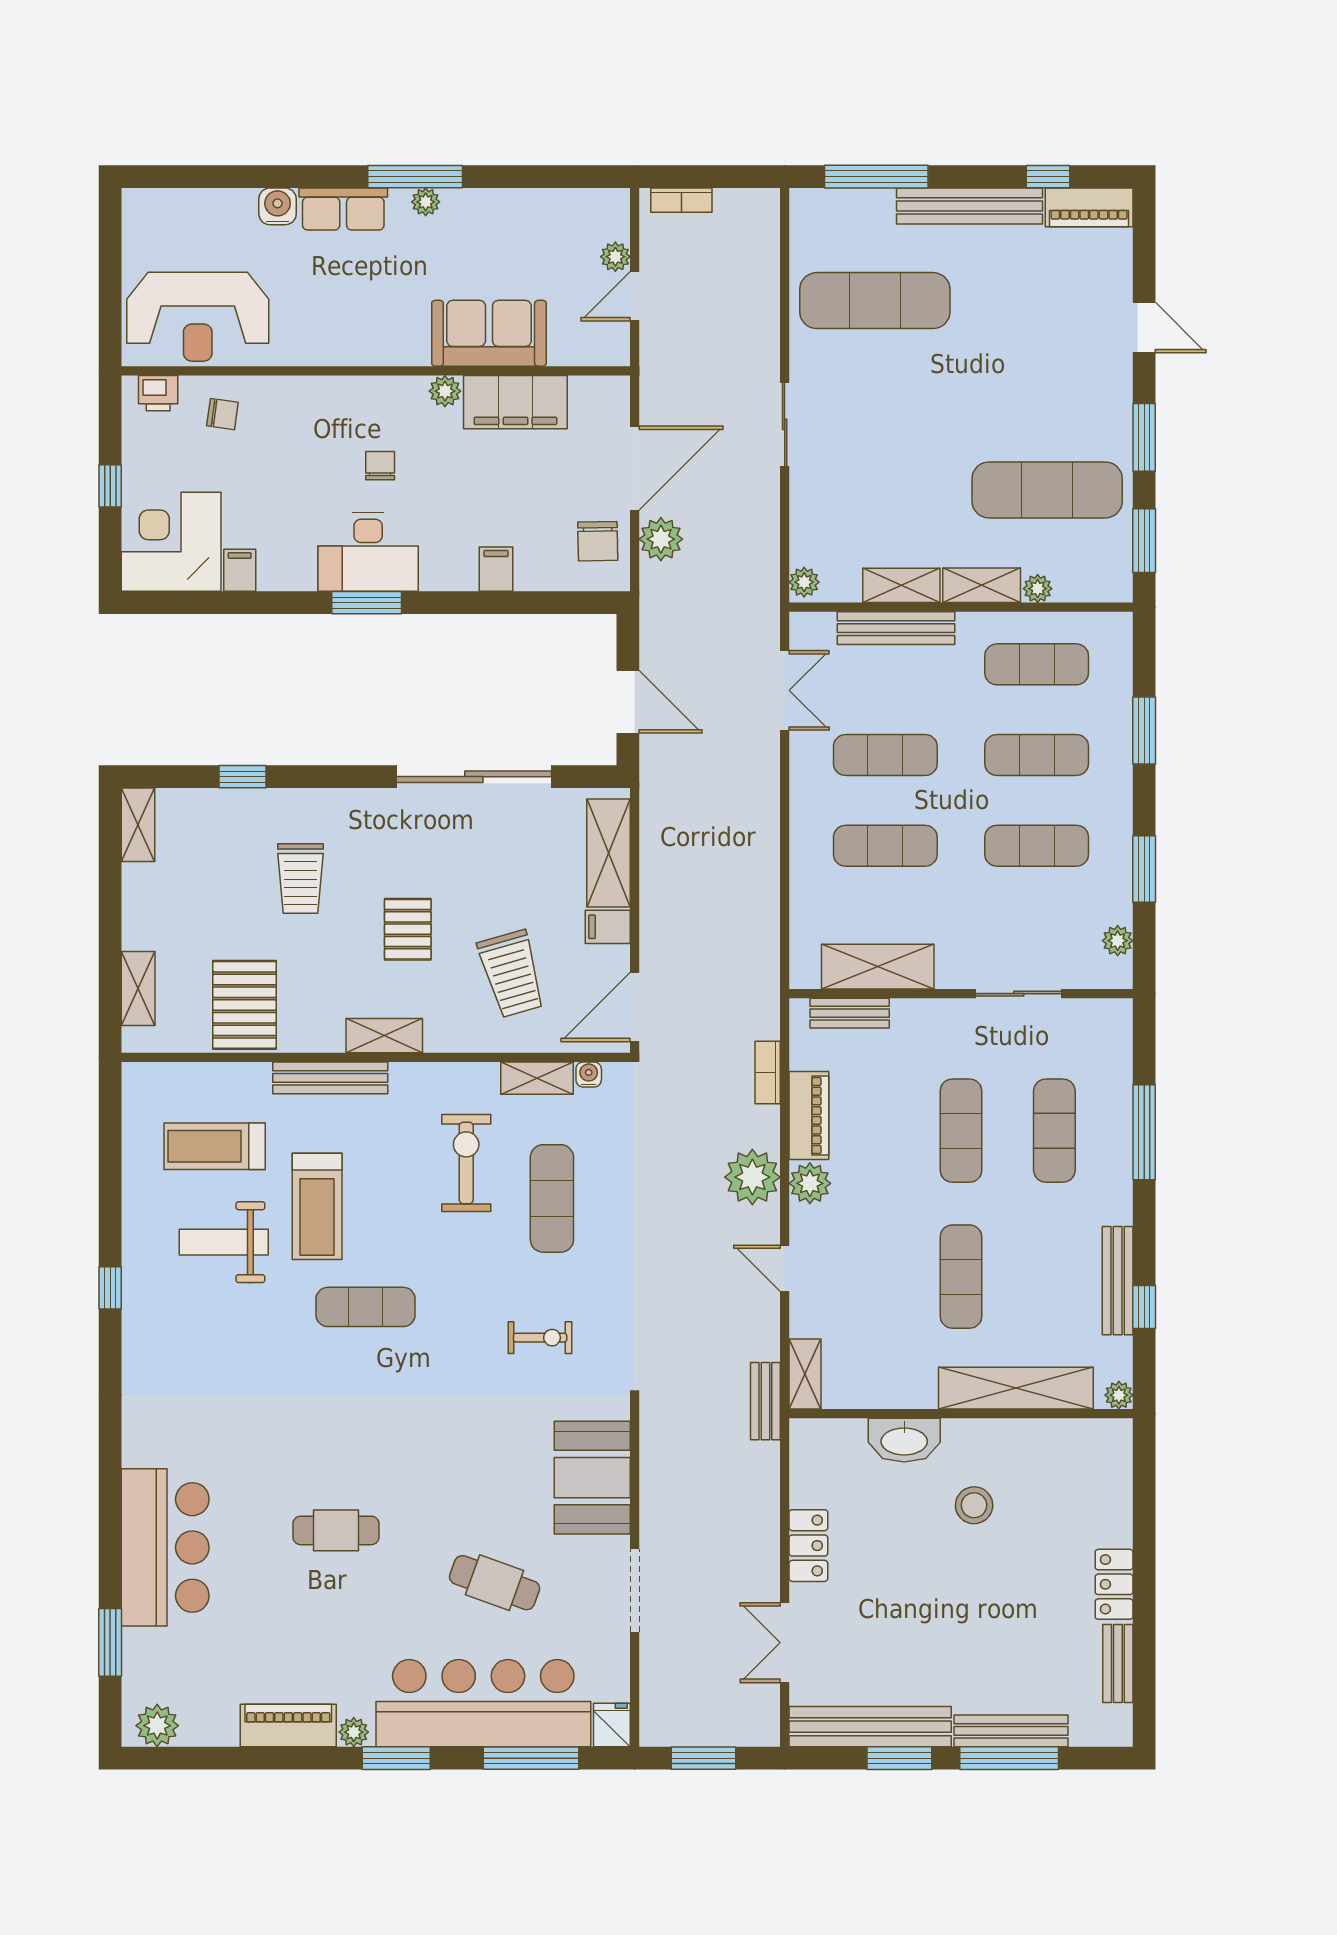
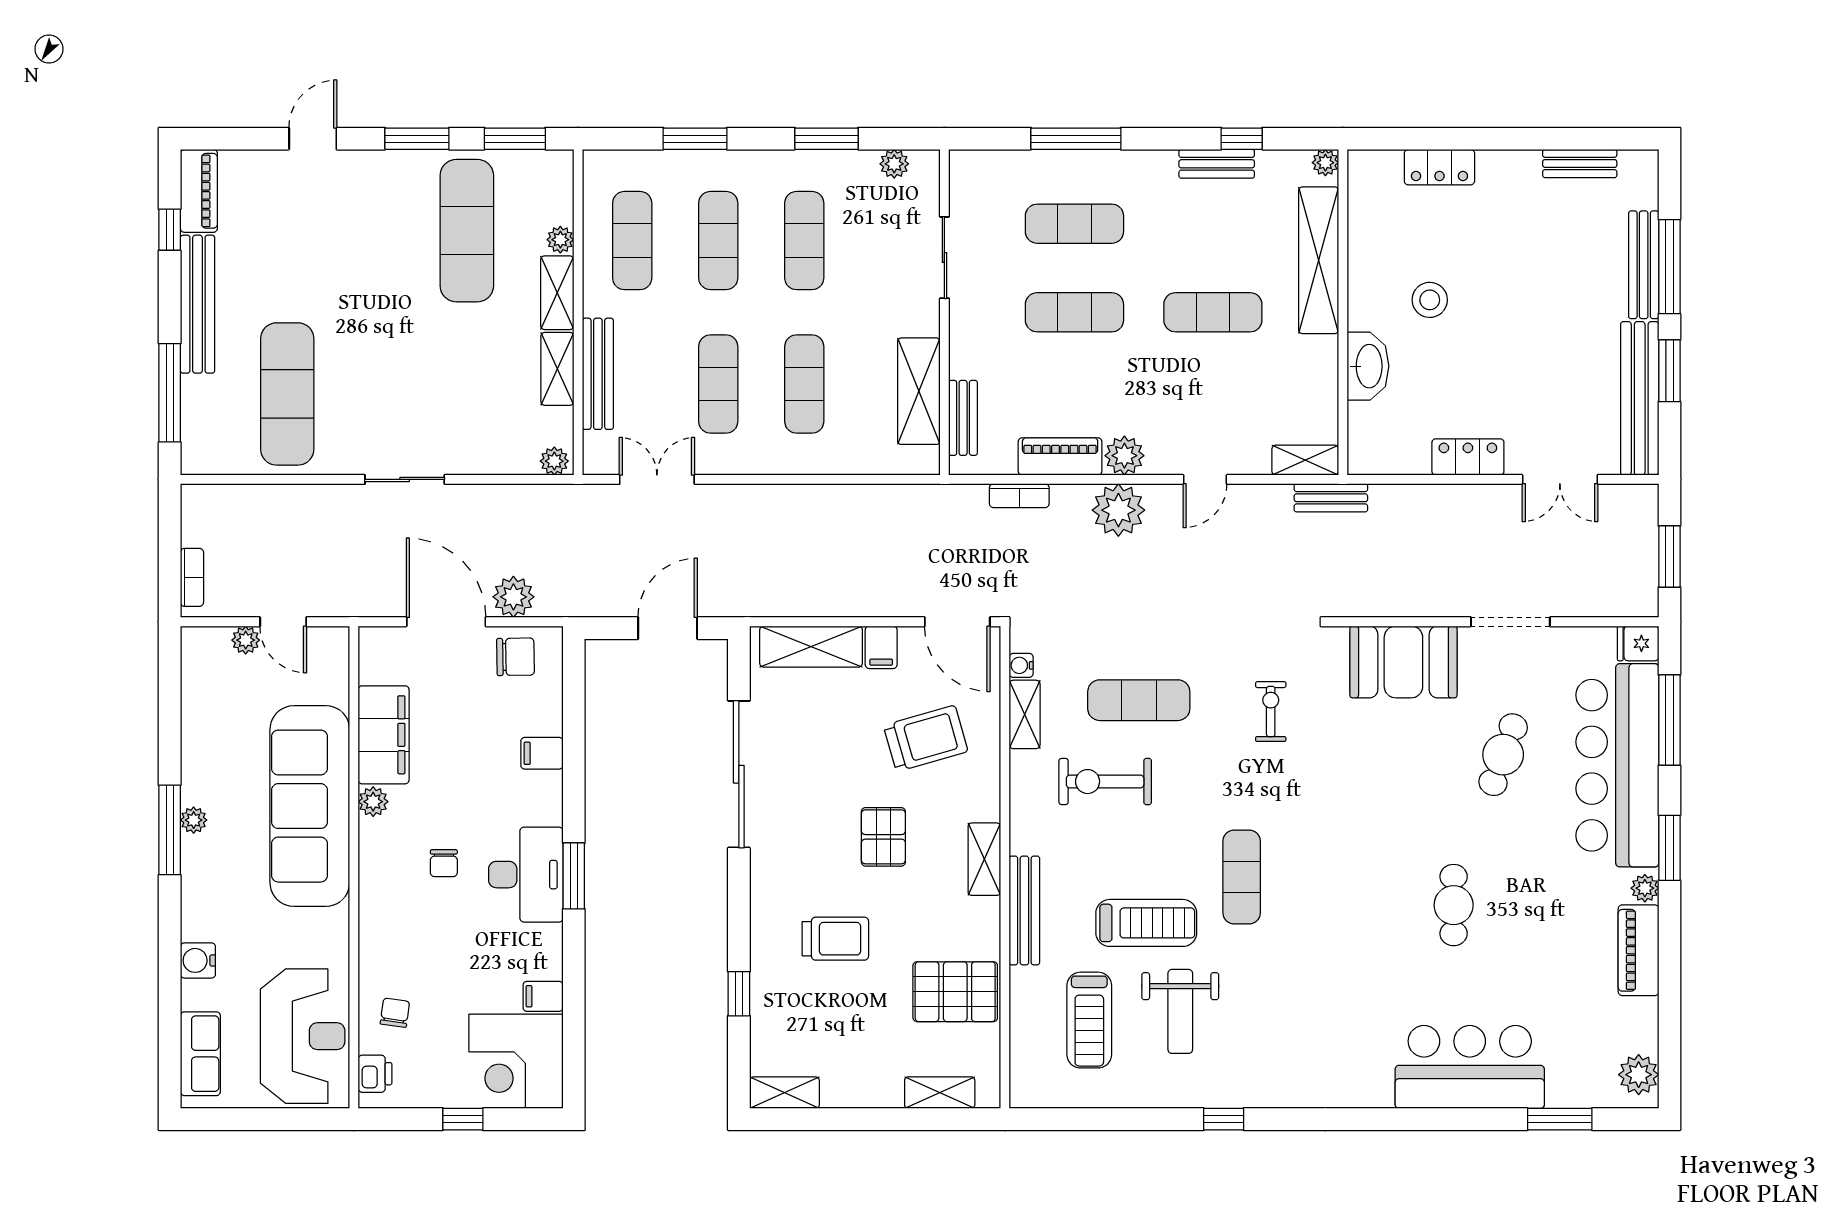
row of seats: (343, 209) -> (200, 1054), moved
sofa: (489, 333) -> (310, 806), width x1.85, depth x1.27
chair: (380, 466) -> (444, 863), turned -90
pallet: (408, 929) -> (883, 837), turned 90
bench: (1118, 1281) -> (1217, 164), width x0.73
locker: (1114, 1584) -> (1439, 167), moved

